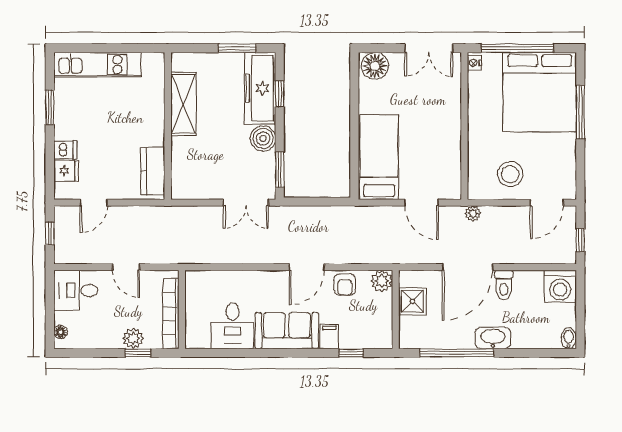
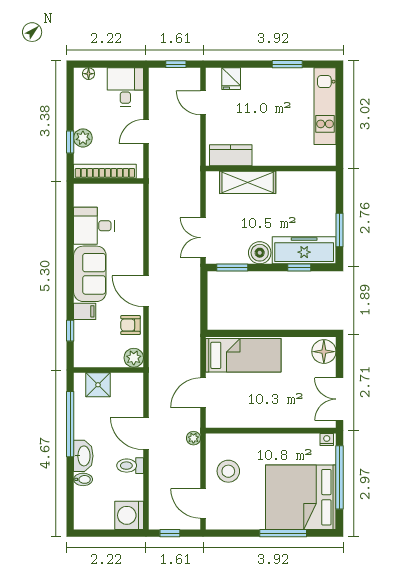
shelving: (183, 104) -> (248, 182), moved
dishwasher: (65, 150) -> (250, 78), removed
door: (467, 267) -> (146, 433), width x0.73
shower: (412, 301) -> (98, 385), moved
bidet: (569, 338) -> (83, 479), moved

